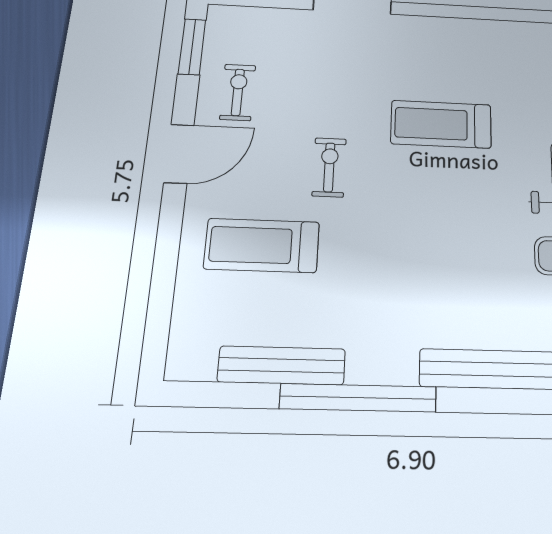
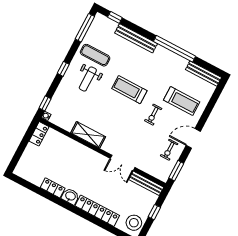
shelving: (481, 36) -> (88, 135), added
treadmill: (441, 124) -> (129, 90), moved, turned 180
bench: (282, 365) -> (203, 74), moved

